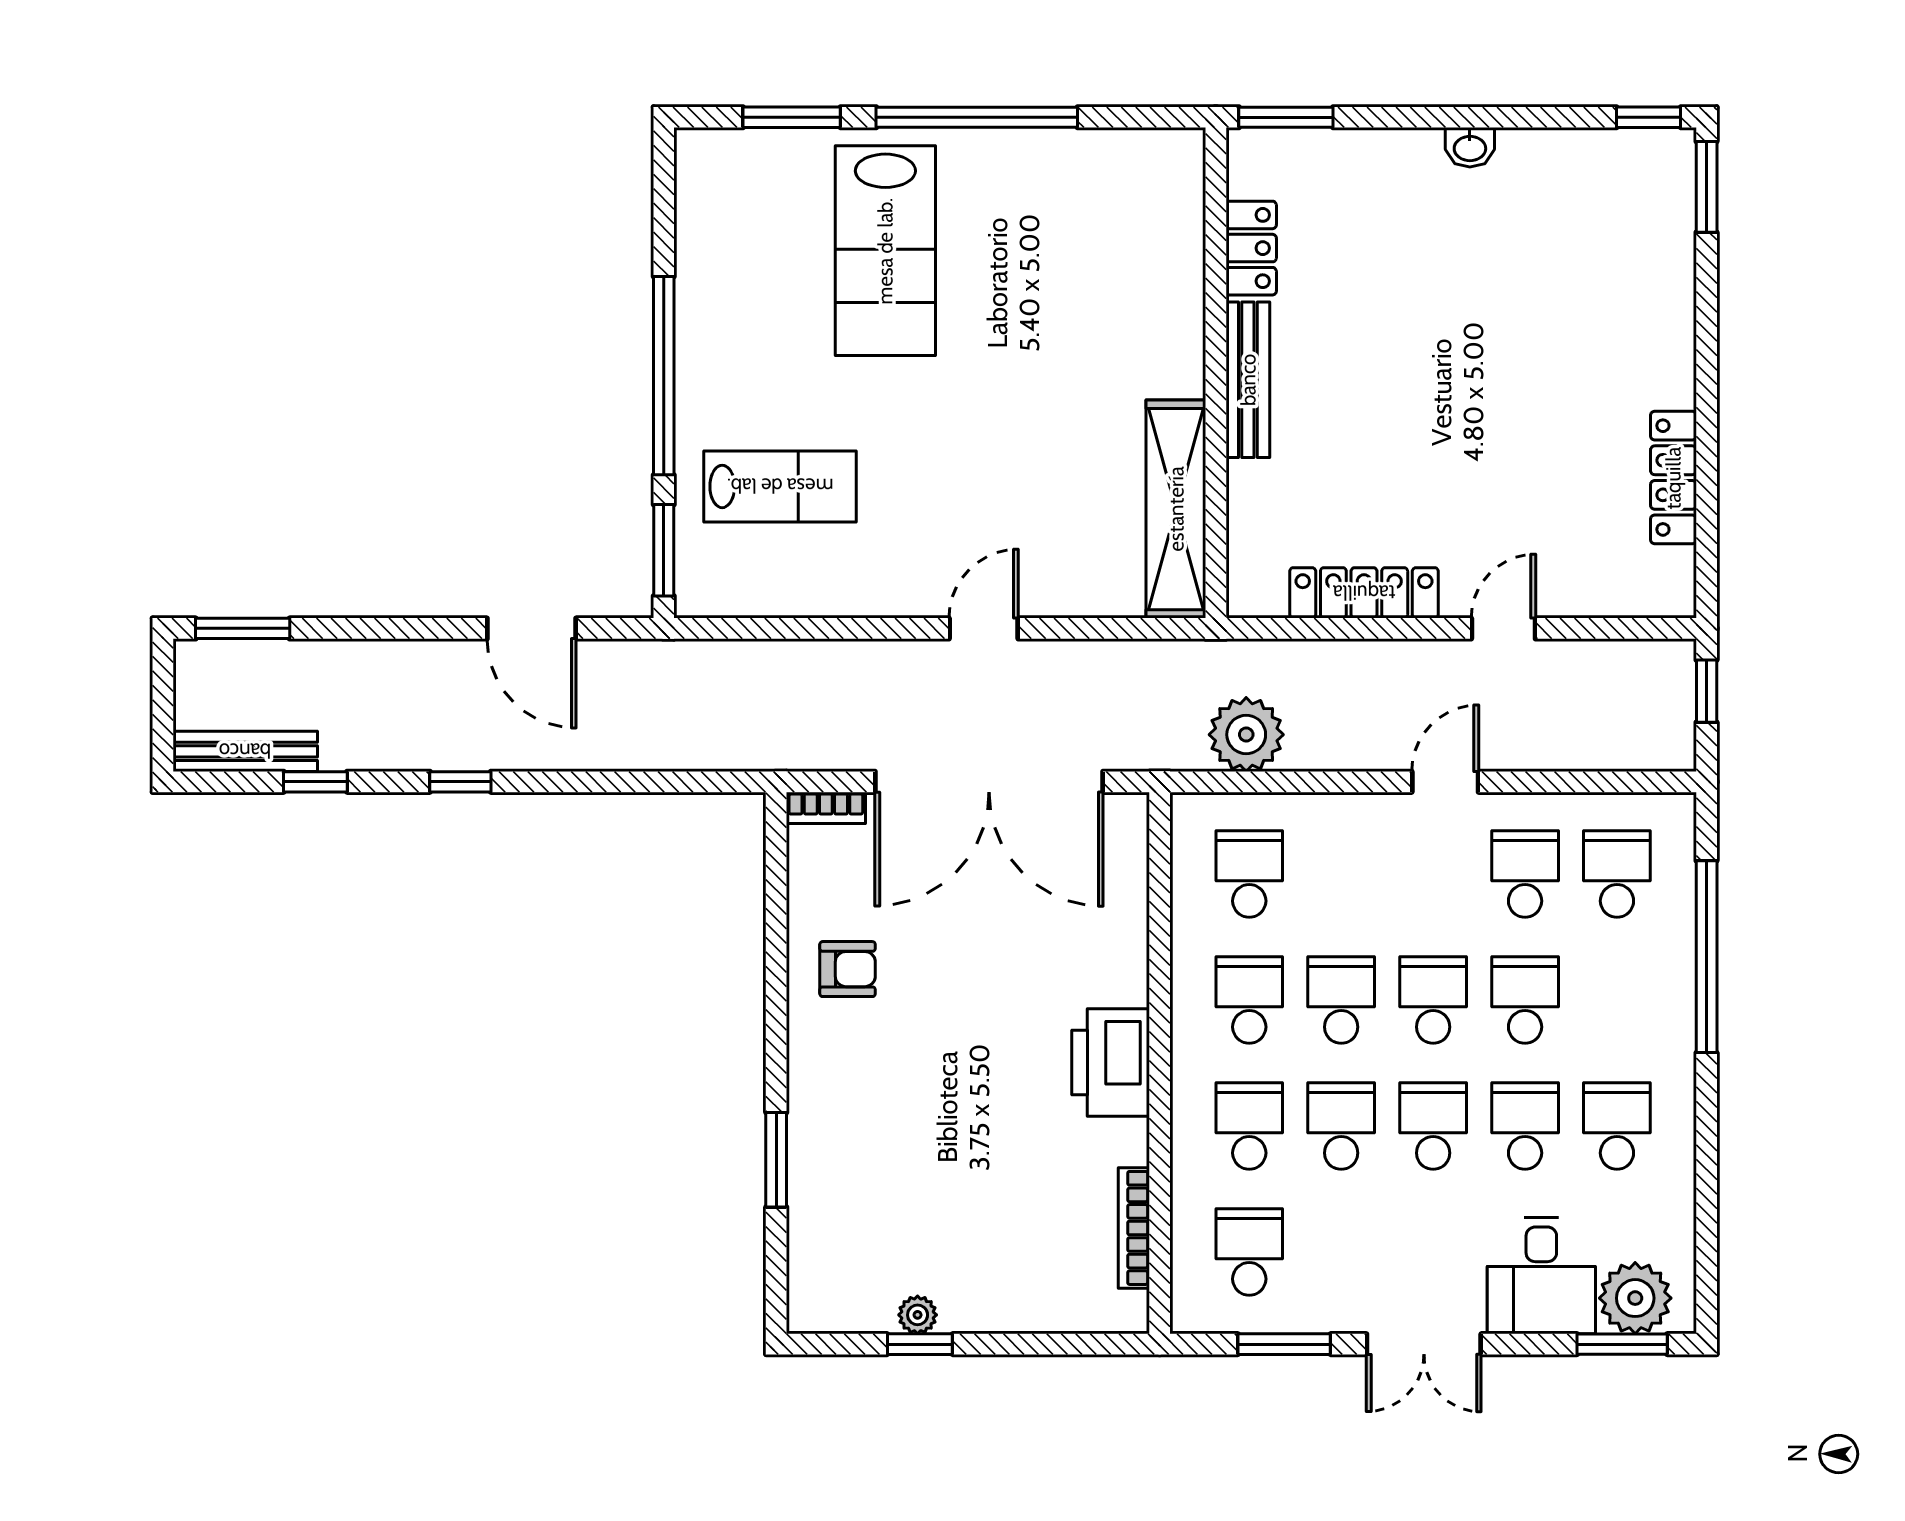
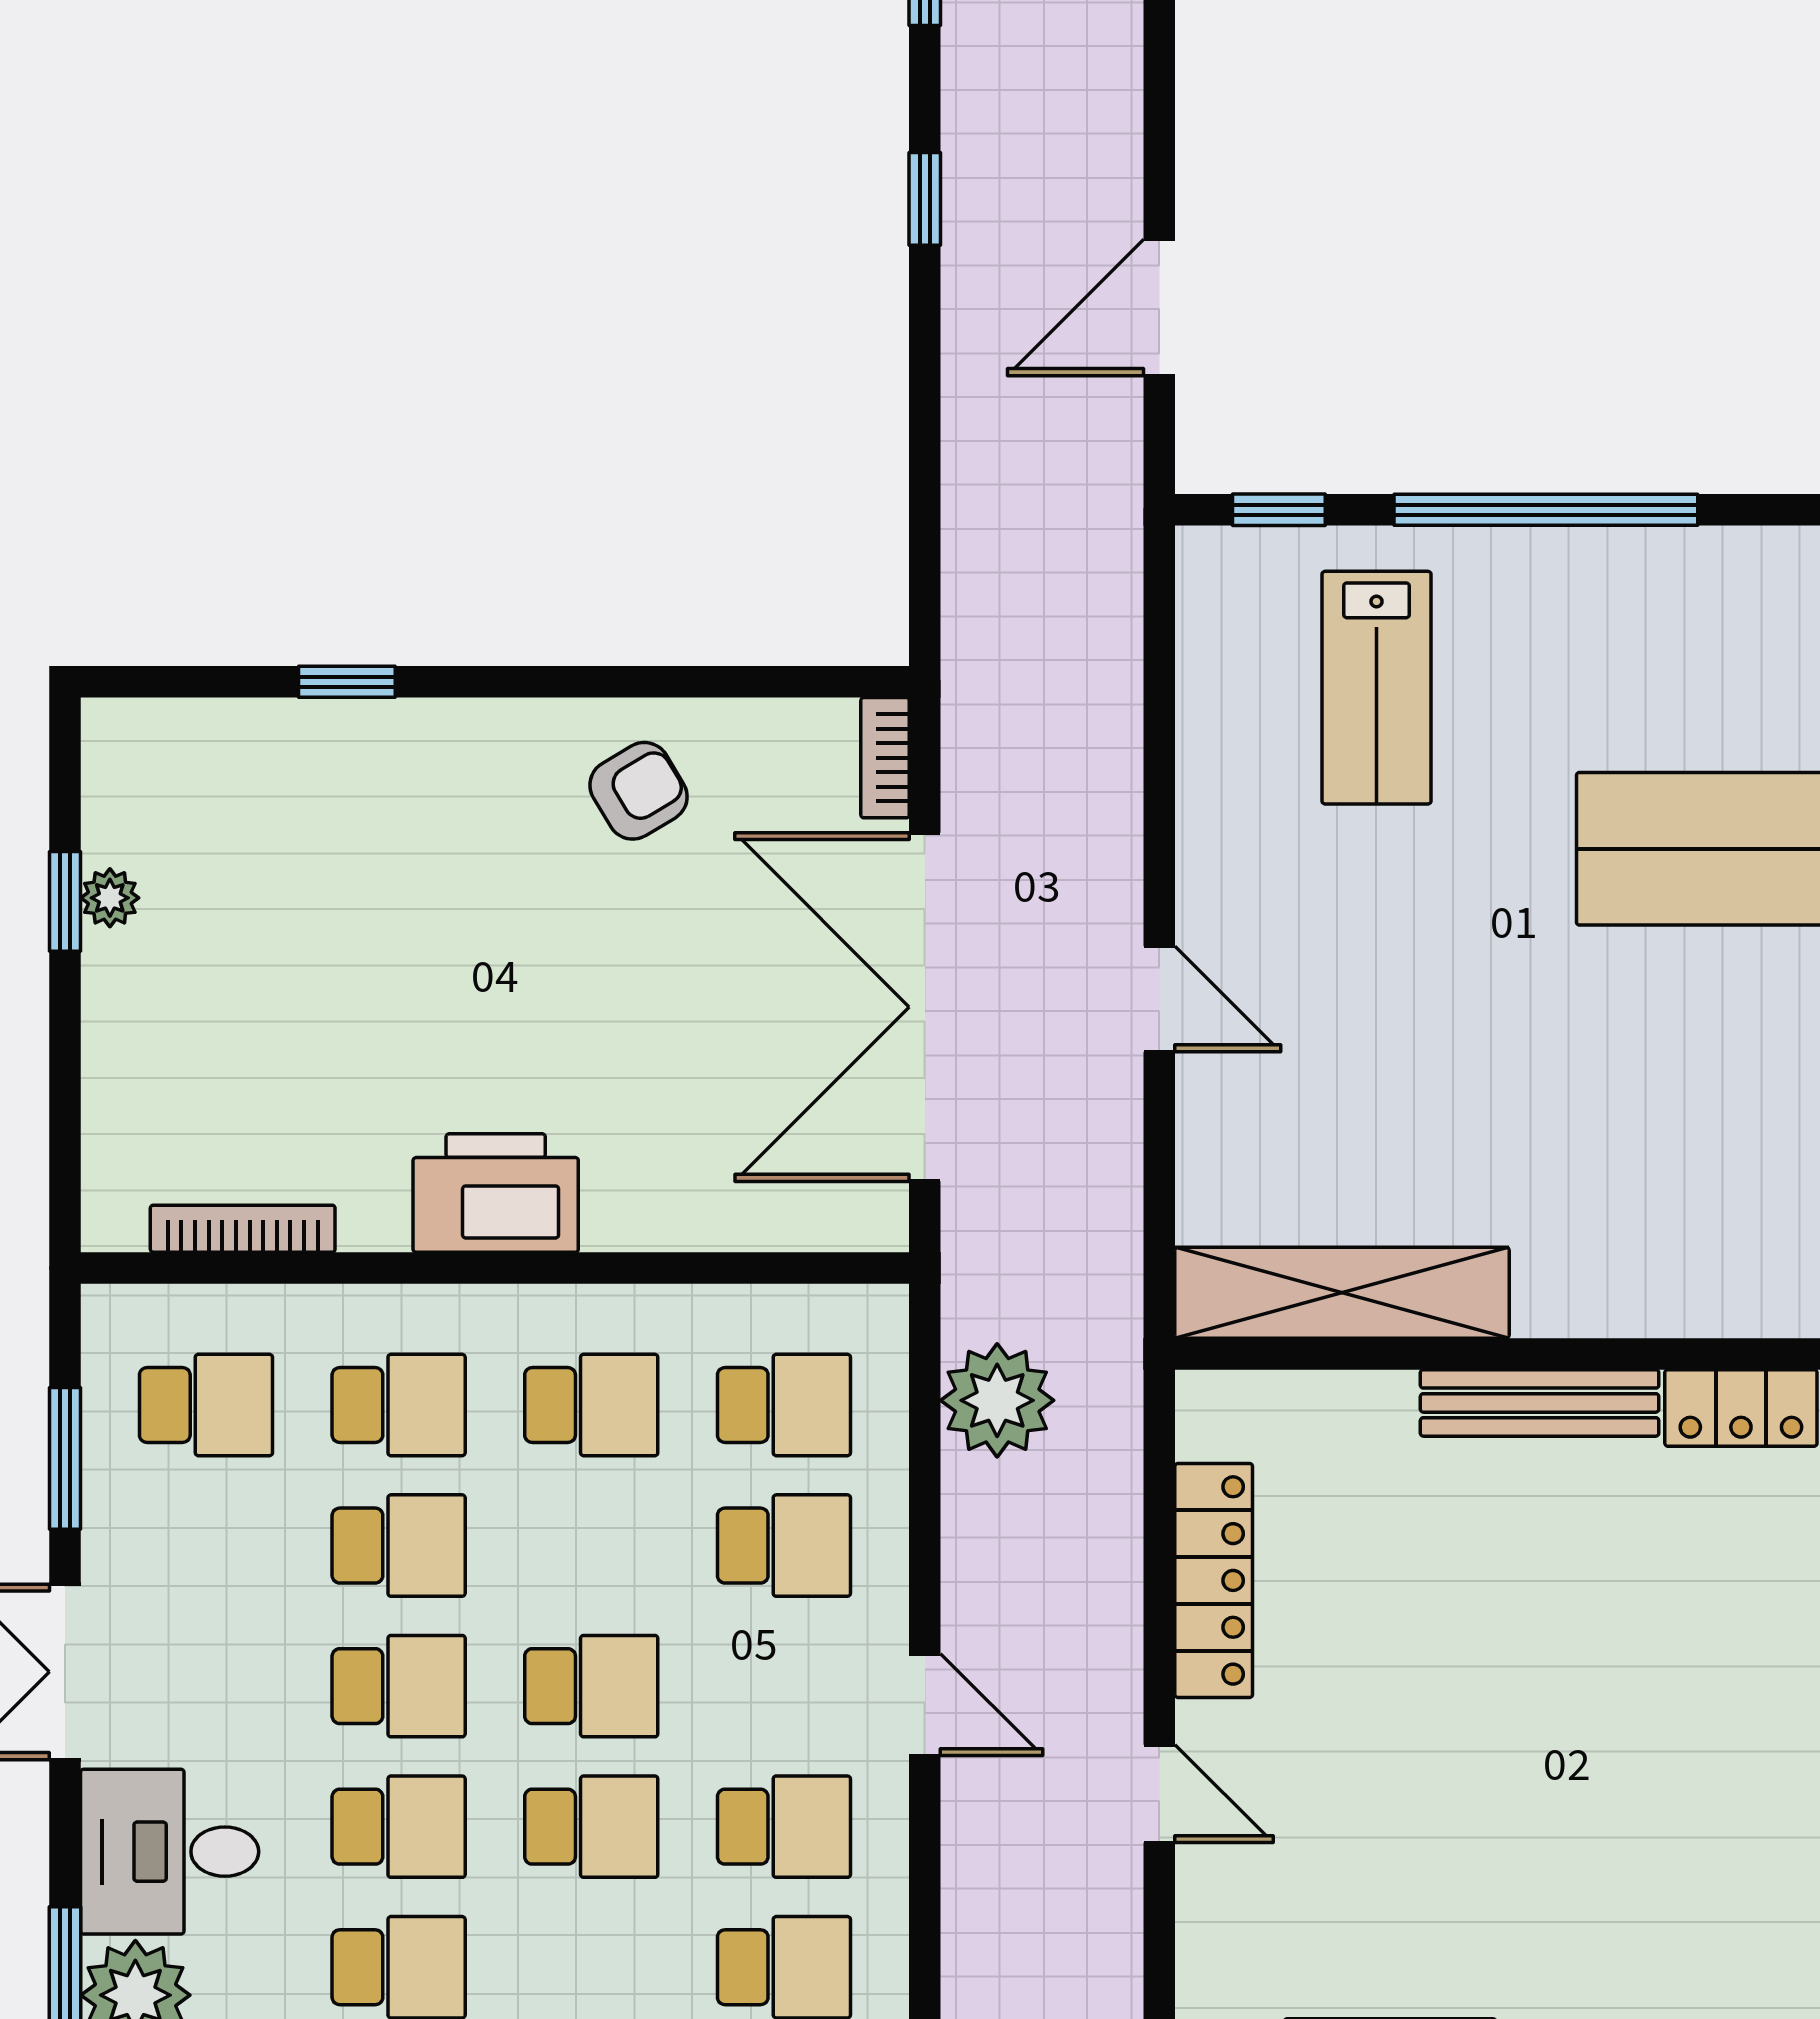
window: (664, 550) -> (1279, 510), width x0.67
armchair: (848, 969) -> (639, 791), turned -121
school desk: (1341, 1000) -> (784, 1546), moved
window: (776, 1160) -> (347, 682), width x0.67

